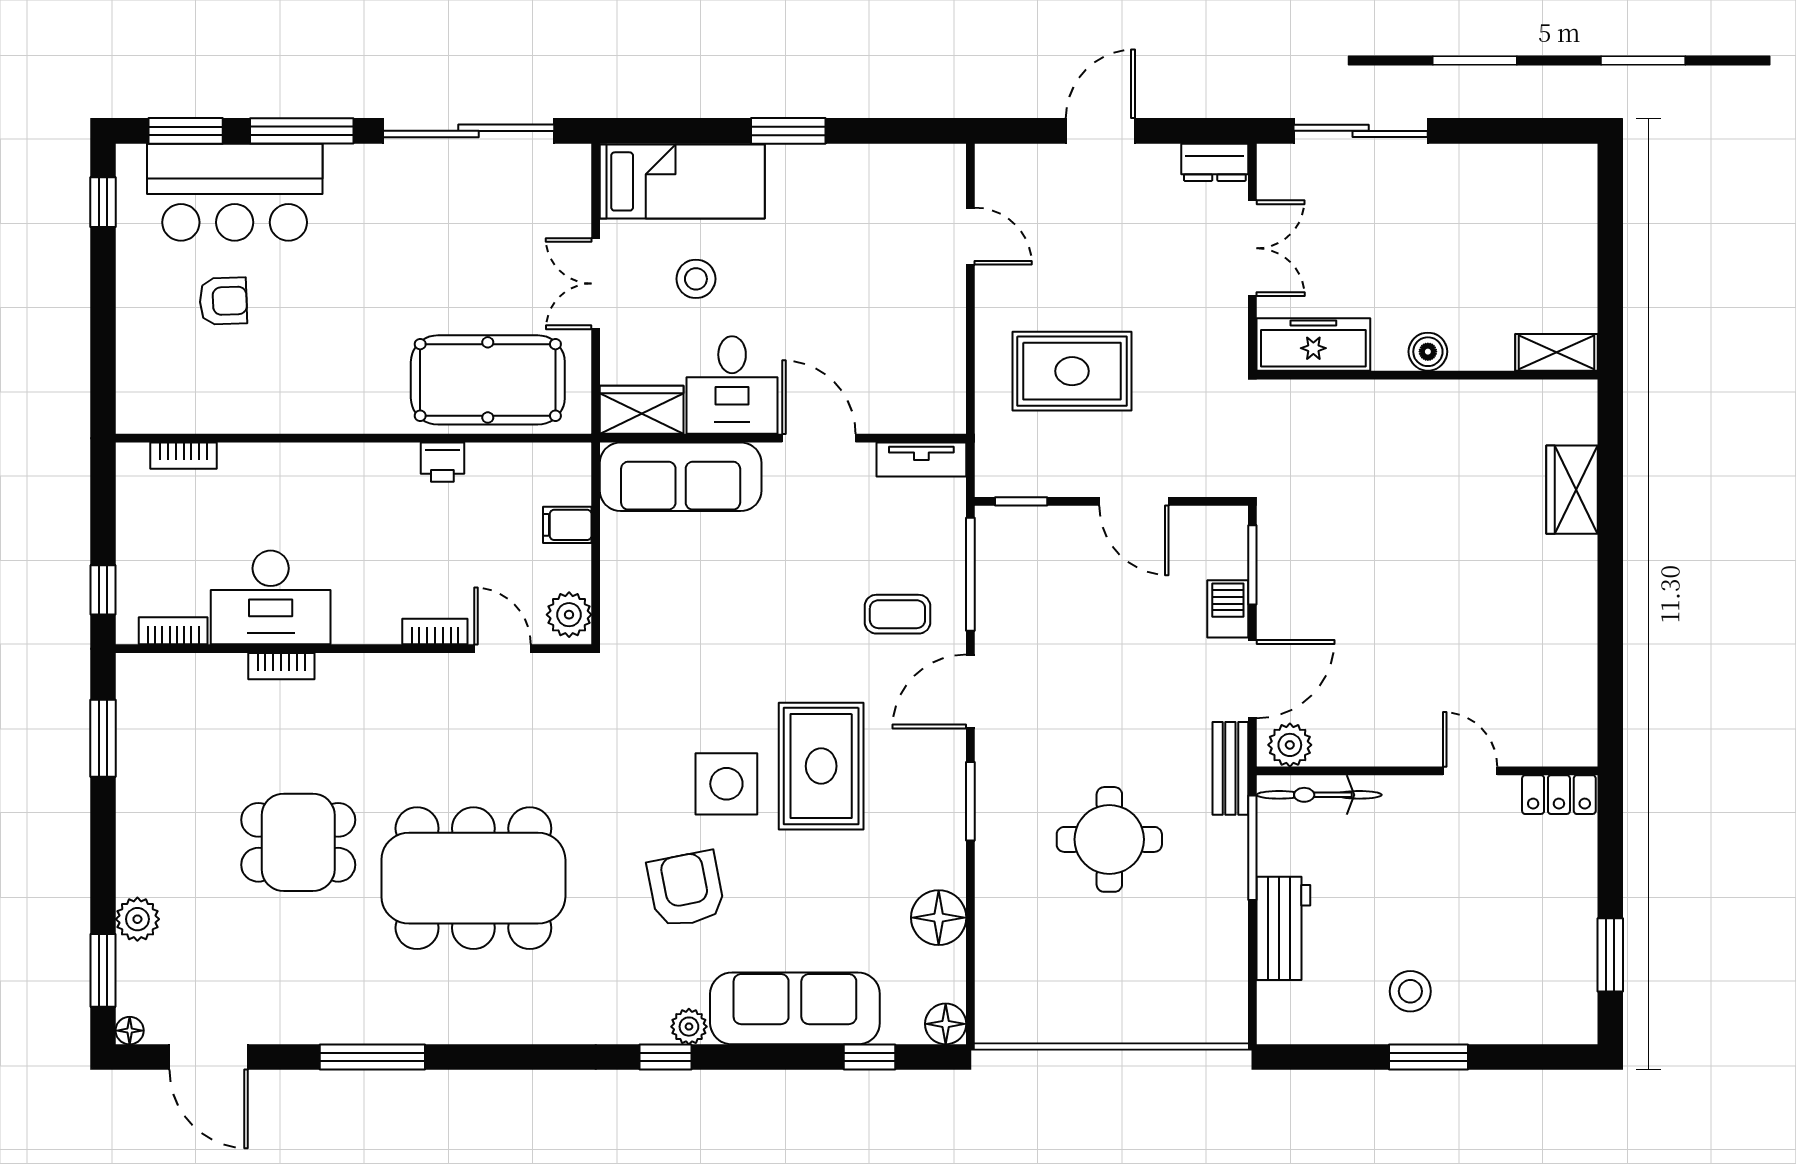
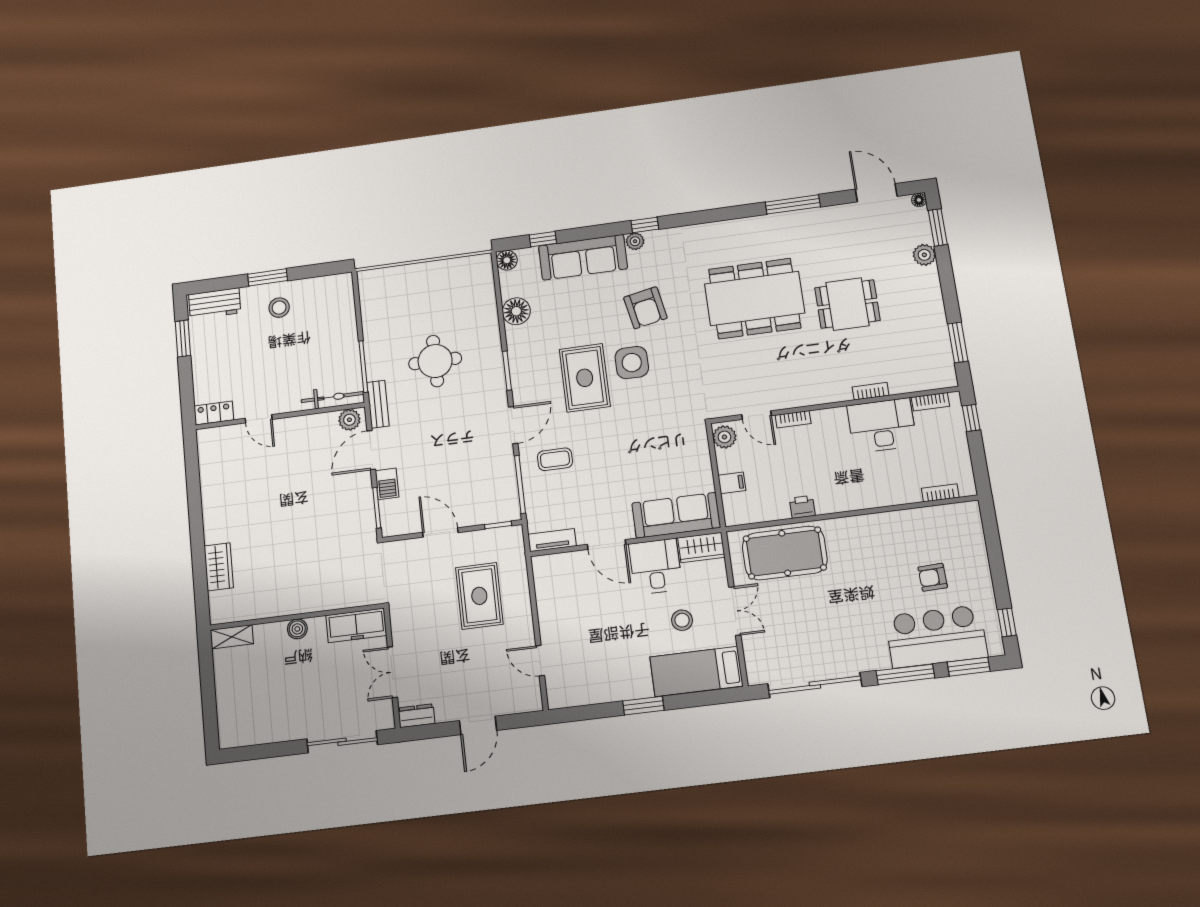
rug: (1072, 371) -> (479, 596), turned 90
workbench: (1283, 928) -> (215, 304), moved, turned -90

